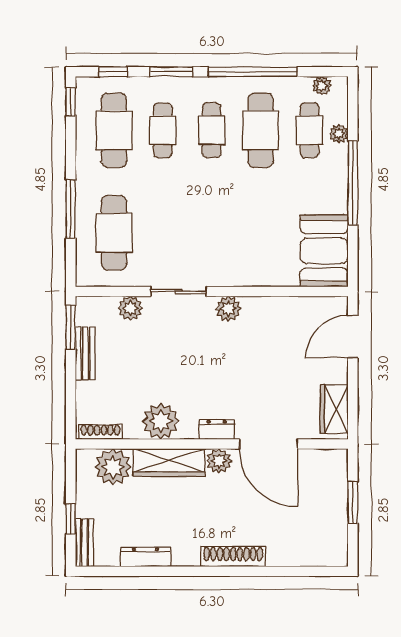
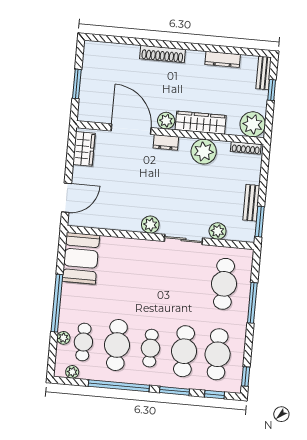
cafe table: (163, 130) -> (184, 351), width x1.37, depth x1.35
plant: (113, 467) -> (253, 124), moved

